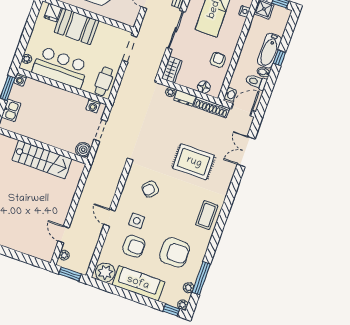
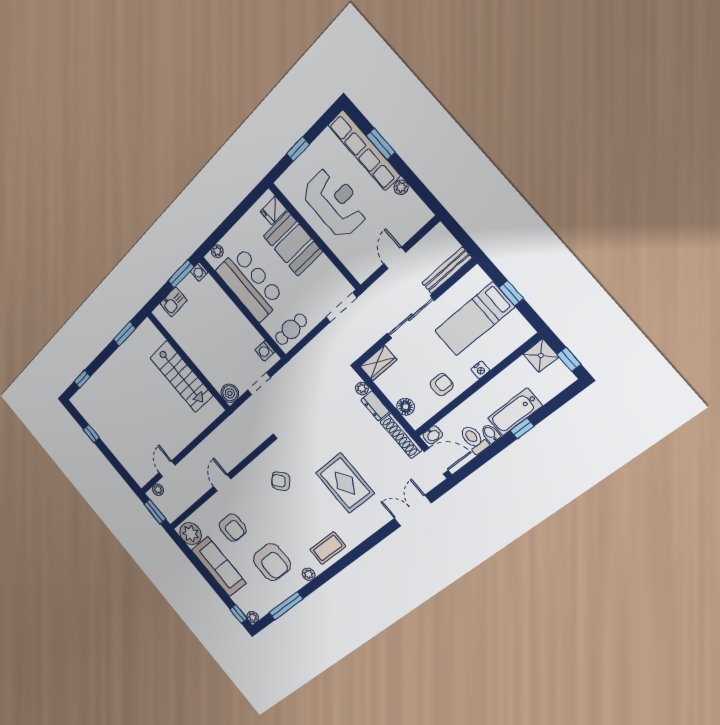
nightstand: (244, 11) -> (480, 370), moved
side table: (137, 221) -> (249, 504), removed
plant: (188, 288) -> (309, 574), moved

